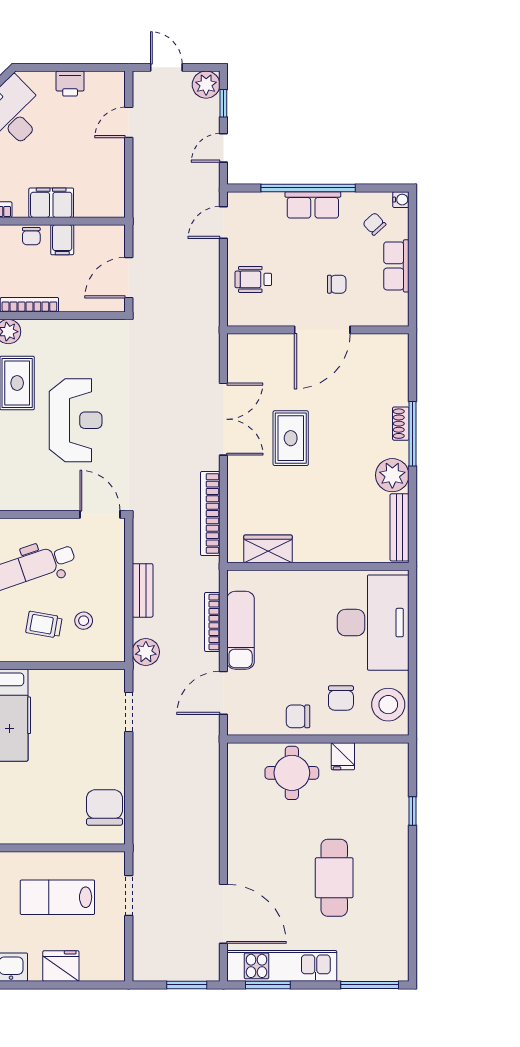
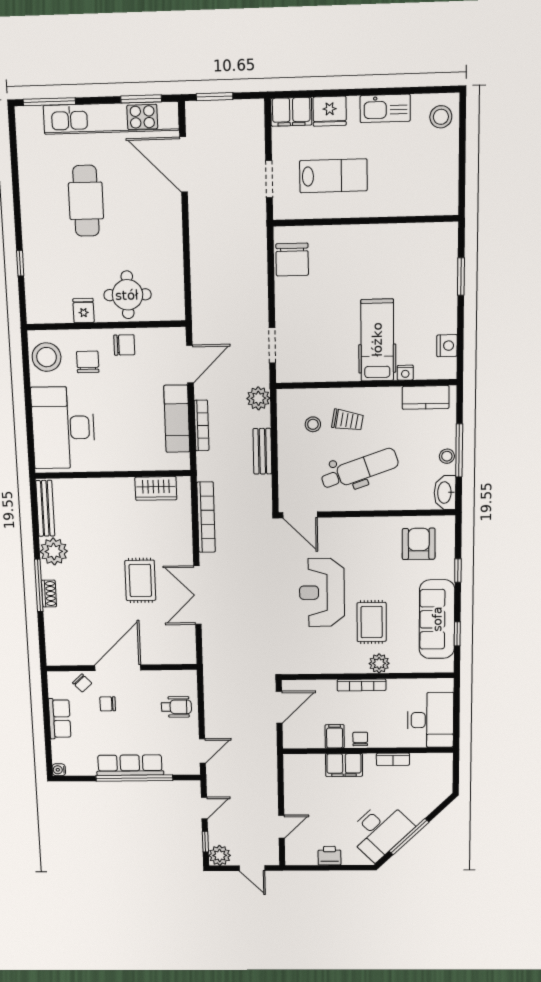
row of seats: (313, 205) -> (130, 765), width x1.48
chair: (374, 224) -> (82, 683), moved
kitchen unit: (282, 966) -> (111, 118), width x1.36
filing cabinet: (103, 967) -> (291, 112), added

